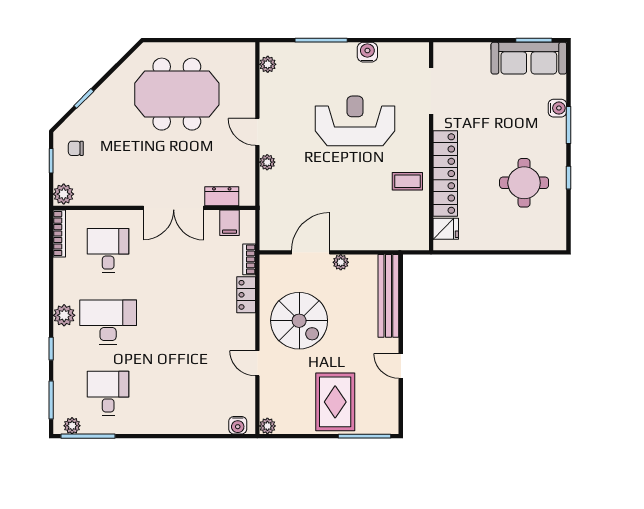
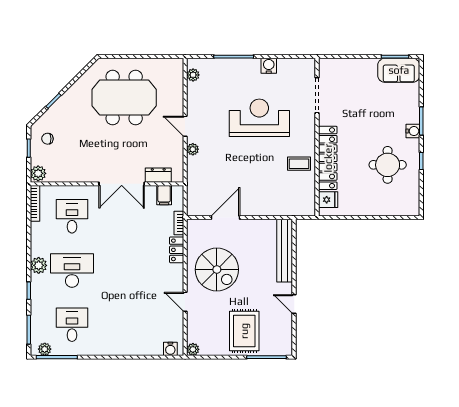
sofa: (529, 58) -> (399, 70), width x0.73
water cooler: (557, 108) -> (413, 131), moved
plant: (341, 262) -> (248, 225), removed

